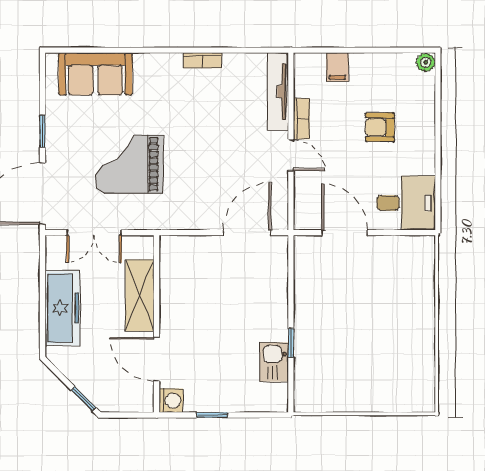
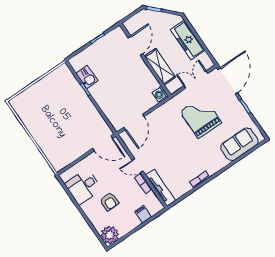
plant: (426, 62) -> (110, 235), width x1.88, depth x1.88
armchair: (380, 127) -> (109, 202), turned 90
grand piano: (129, 164) -> (201, 117), turned -90
desk: (406, 203) -> (83, 187), moved
door: (345, 233) -> (103, 143), moved
door: (157, 359) -> (135, 46), hinge flipped
washing machine: (171, 401) -> (160, 94), moved

